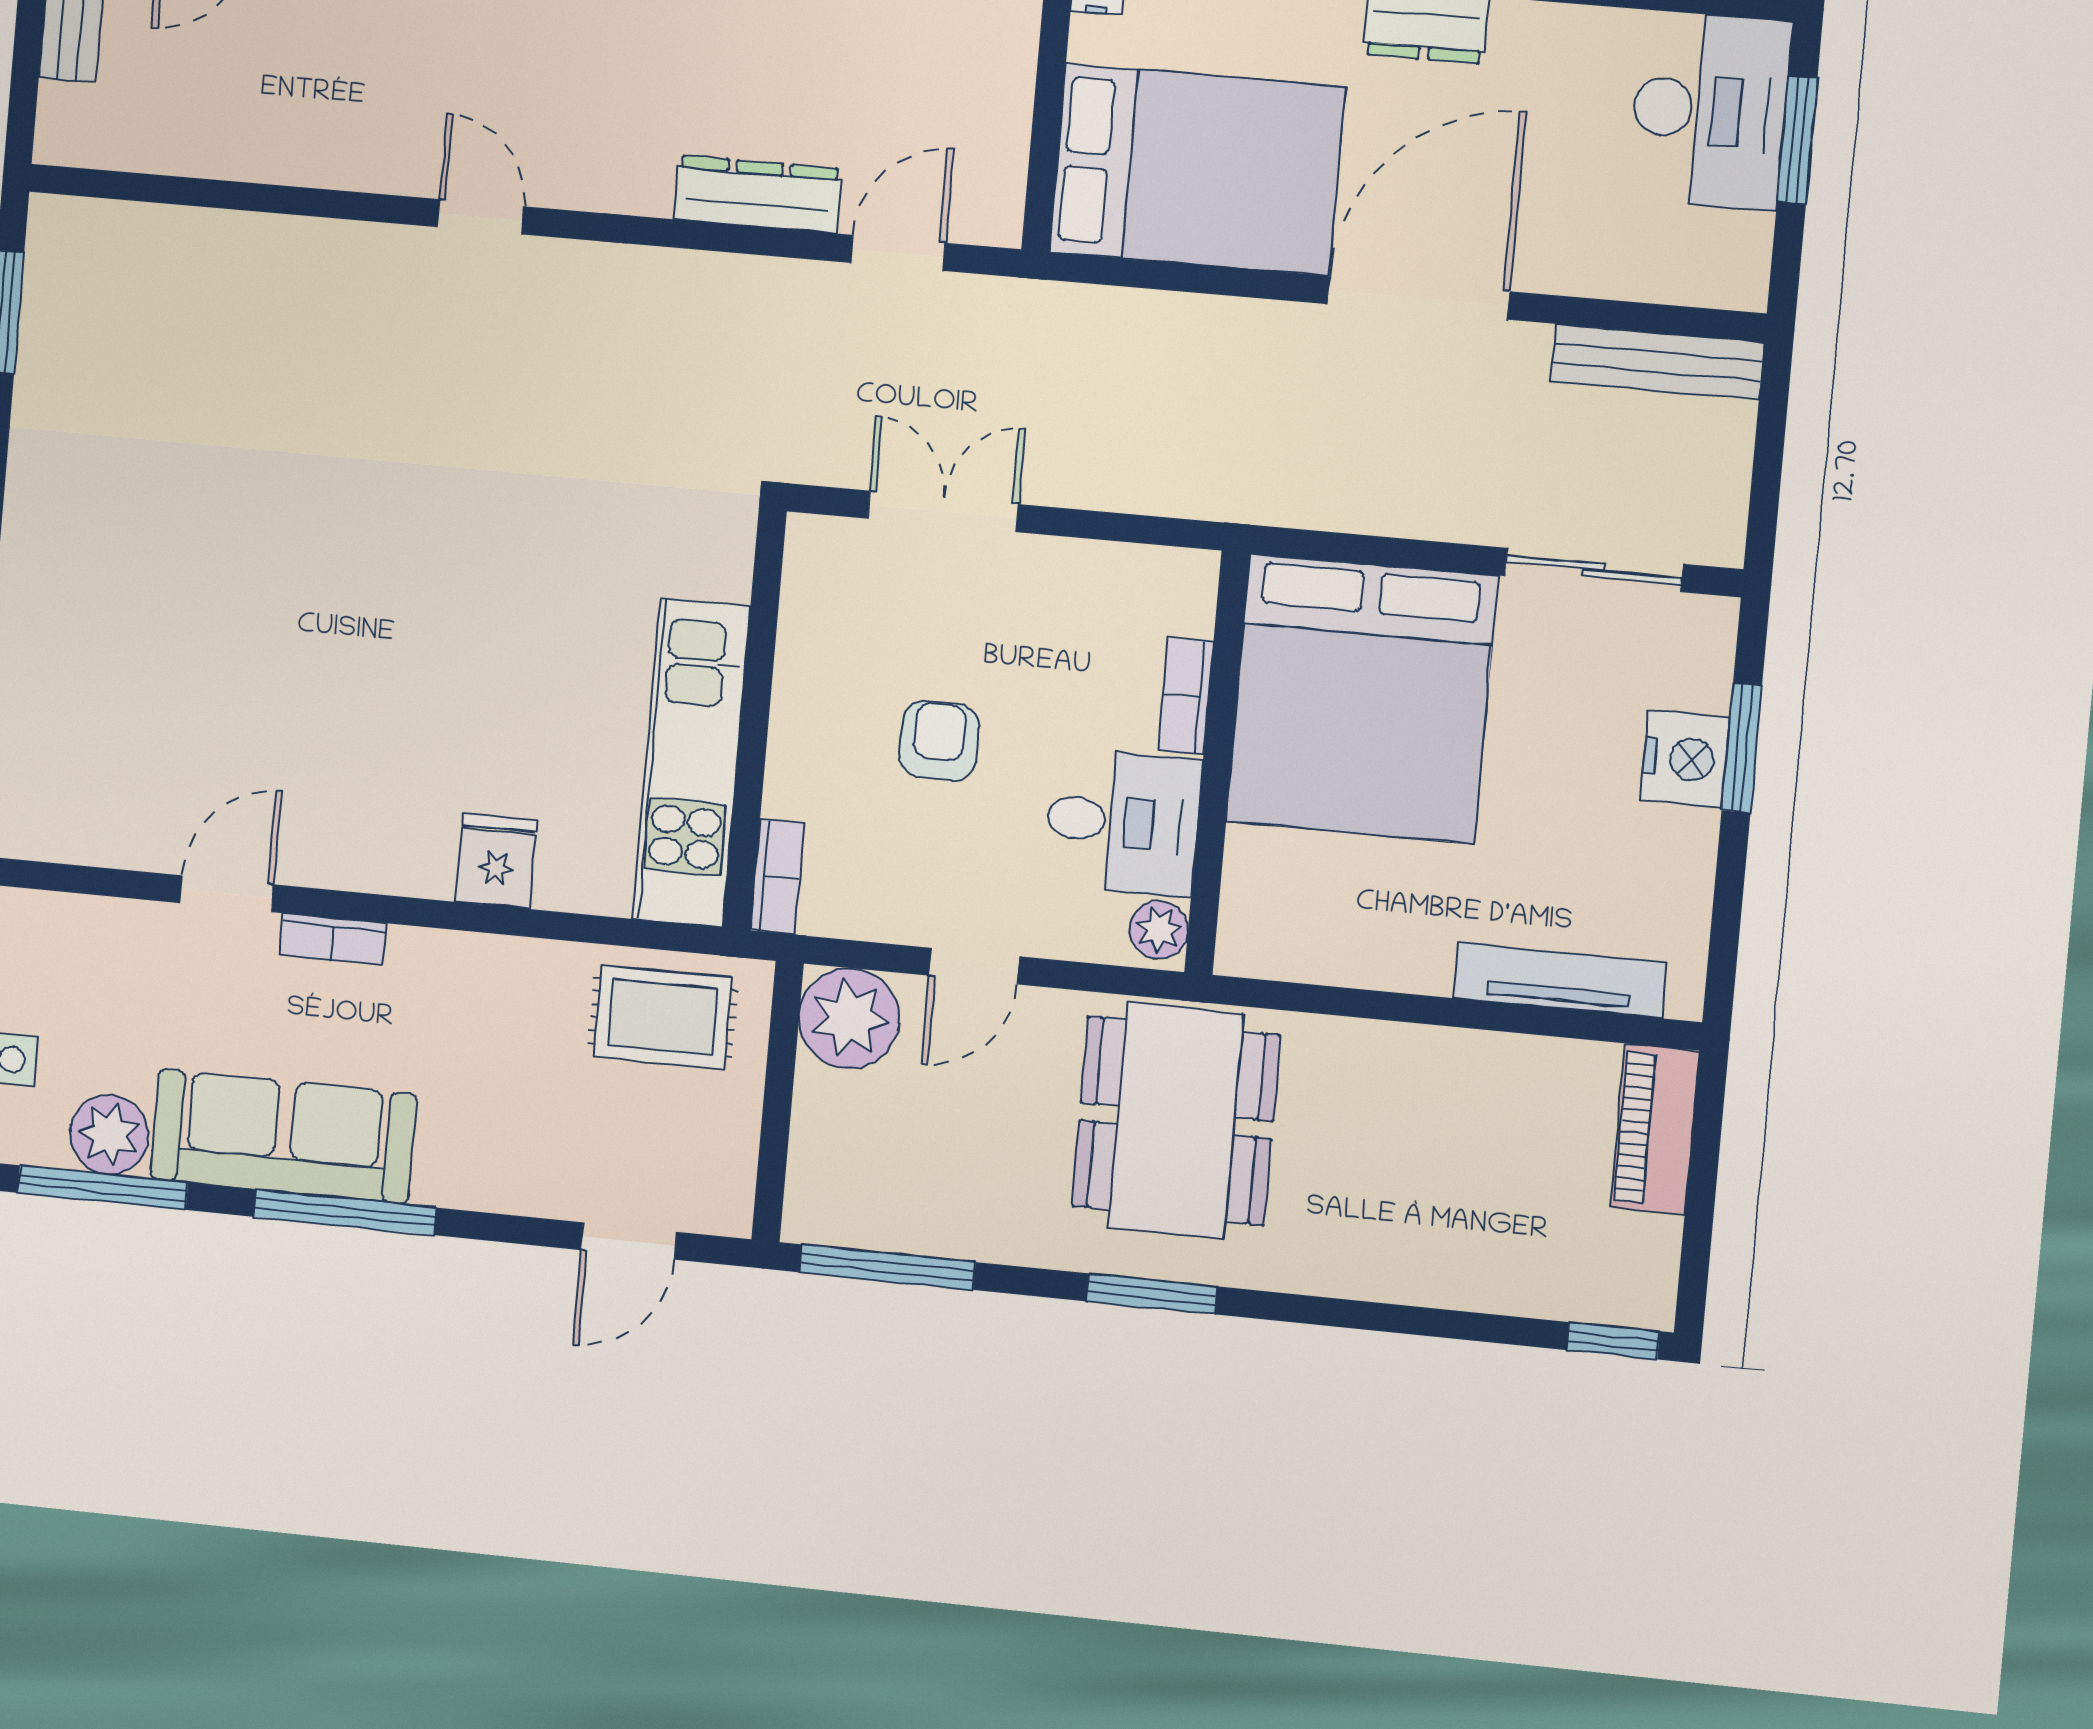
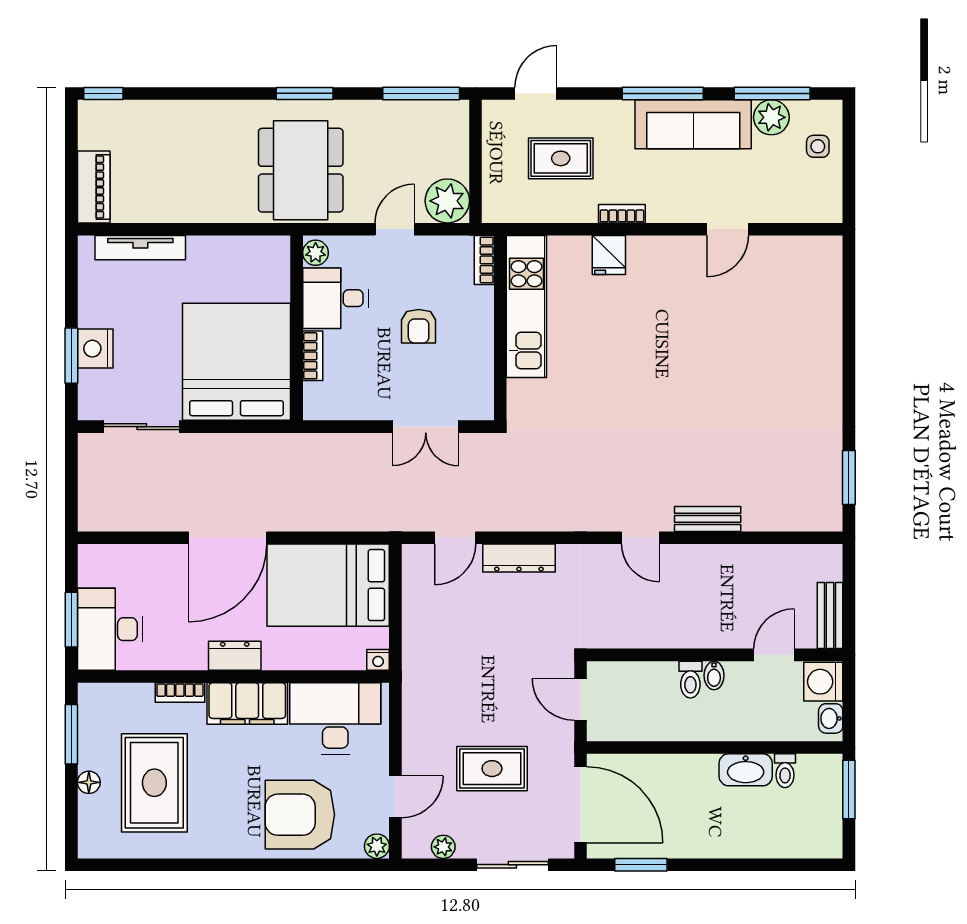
bench: (1657, 362) -> (708, 519), moved, width x0.73
bookcase: (333, 939) -> (622, 214), moved
rug: (663, 1017) -> (561, 158), moved

